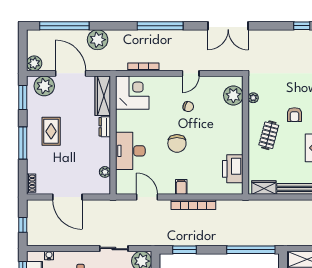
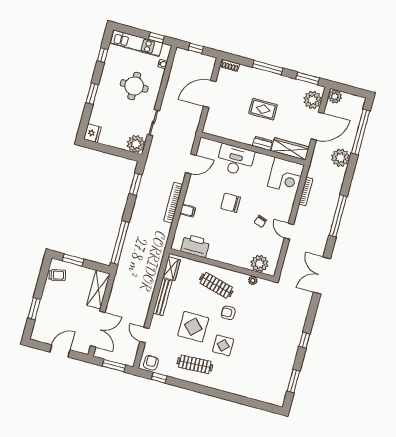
rug: (51, 131) -> (263, 109), moved
clothes rail: (269, 135) -> (216, 285), width x1.36
plant: (105, 172) -> (223, 133), removed
filing cabinet: (181, 187) -> (188, 211), moved

